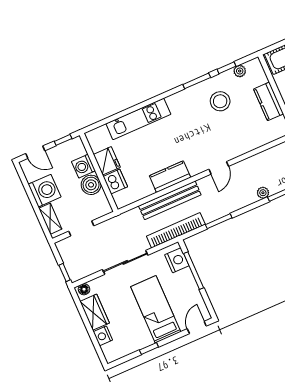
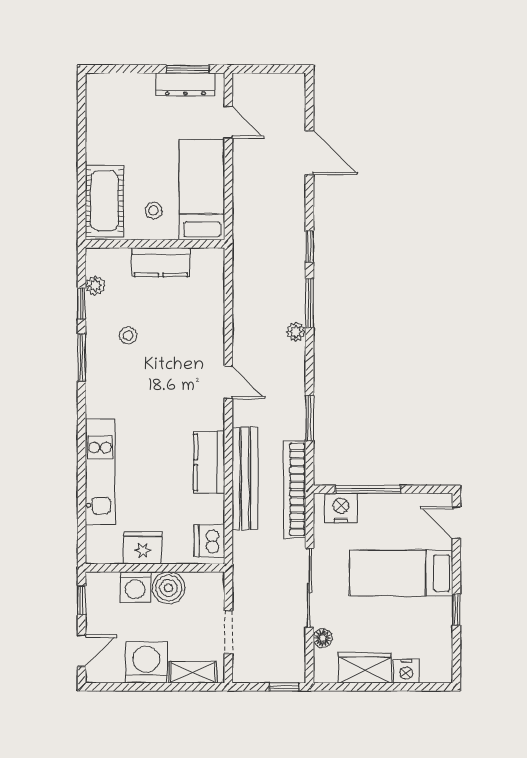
stool: (220, 101) -> (128, 336), width x0.53, depth x0.53
dishwasher: (115, 182) -> (209, 541), moved, turned -90
floor lamp: (84, 289) -> (323, 638), moved

